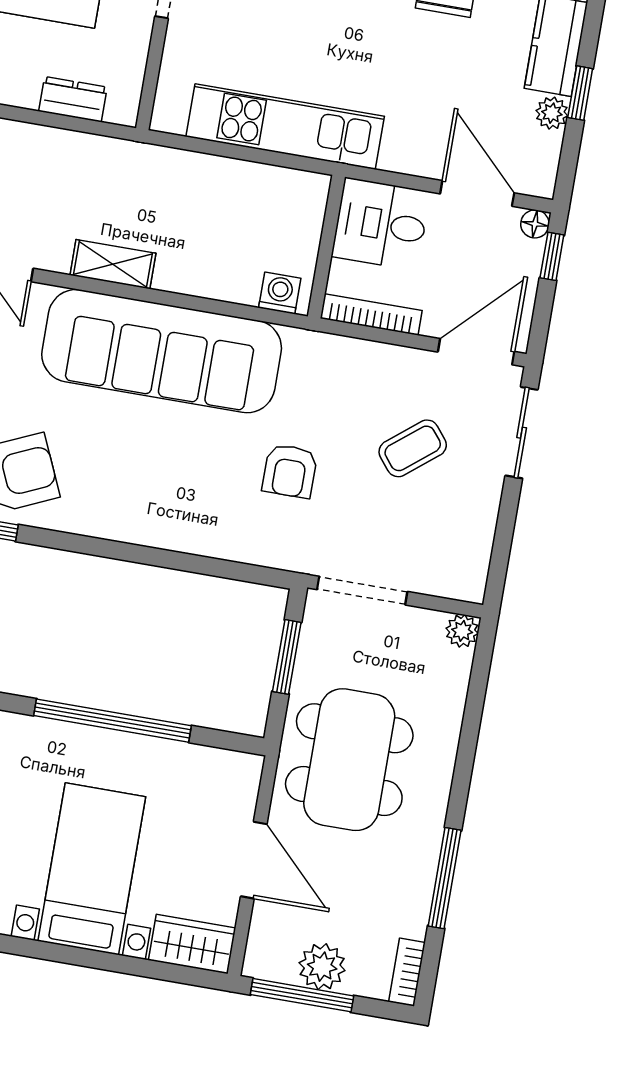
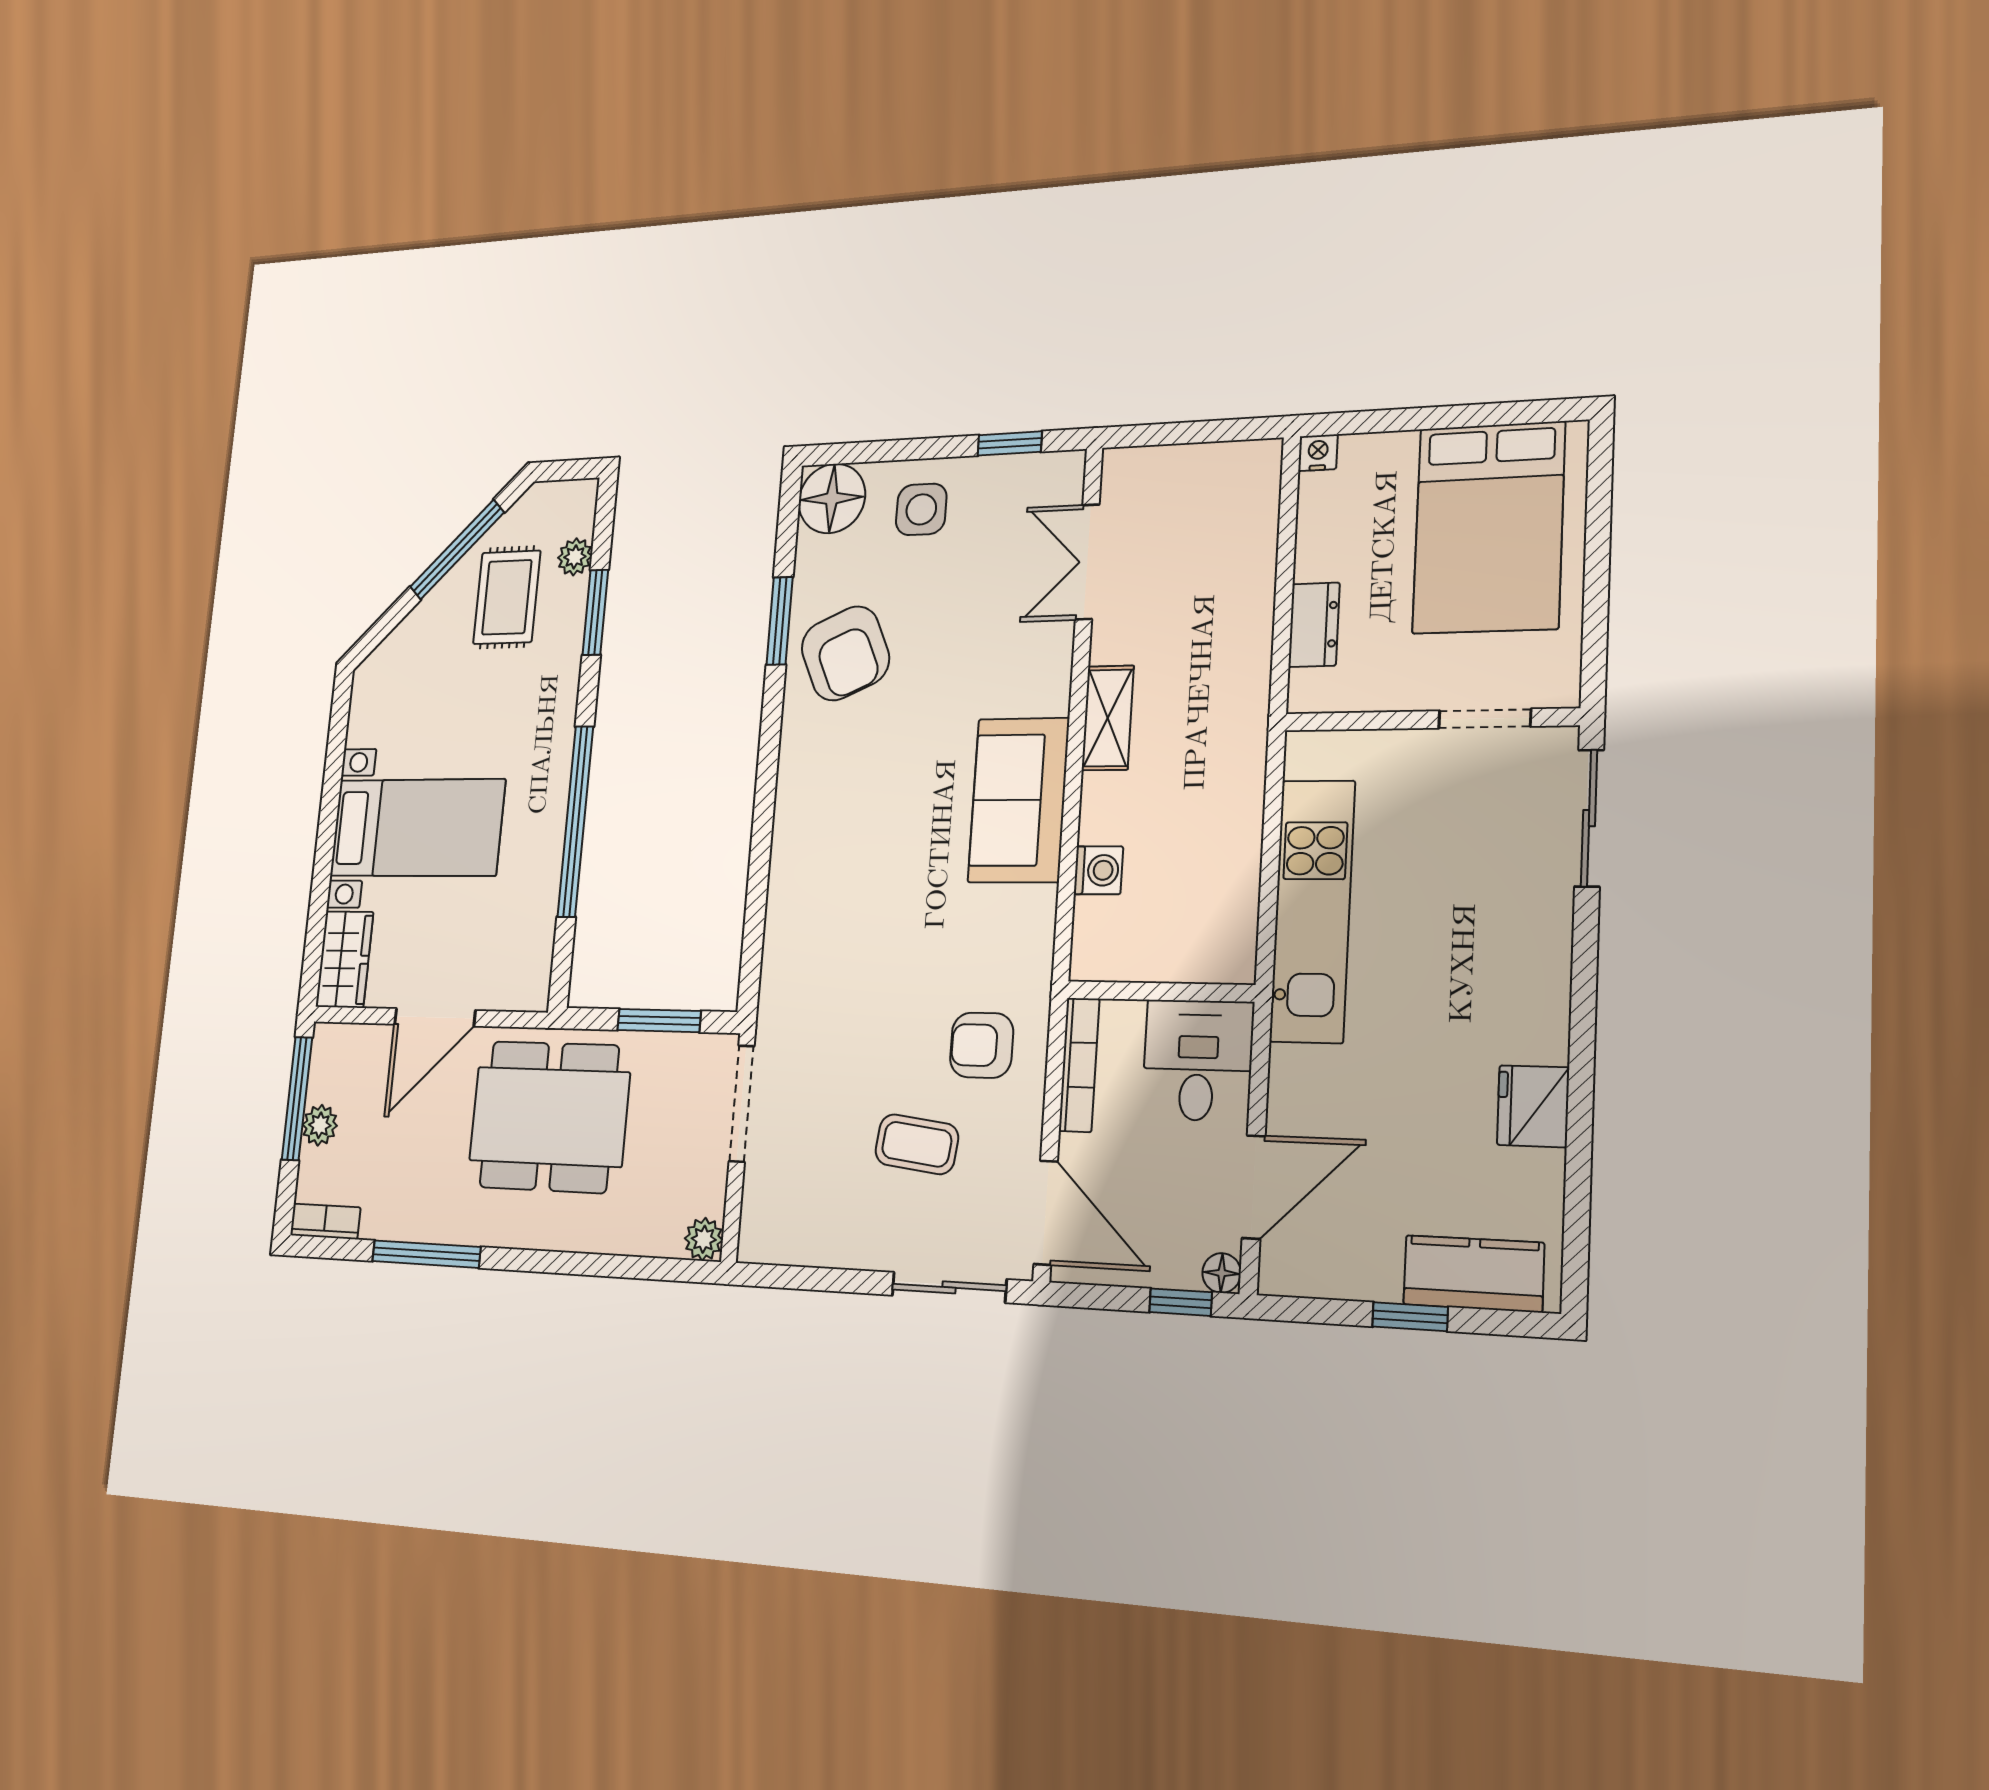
plant: (552, 113) -> (1377, 1279), removed
washing machine: (280, 293) -> (1098, 870), moved
sofa: (162, 351) -> (1019, 800), width x0.54, depth x0.79
coffee table: (413, 448) -> (917, 1144), turned -44
armchair: (290, 471) -> (982, 1045), moved
plant: (322, 967) -> (320, 1125), width x0.73, depth x0.73

